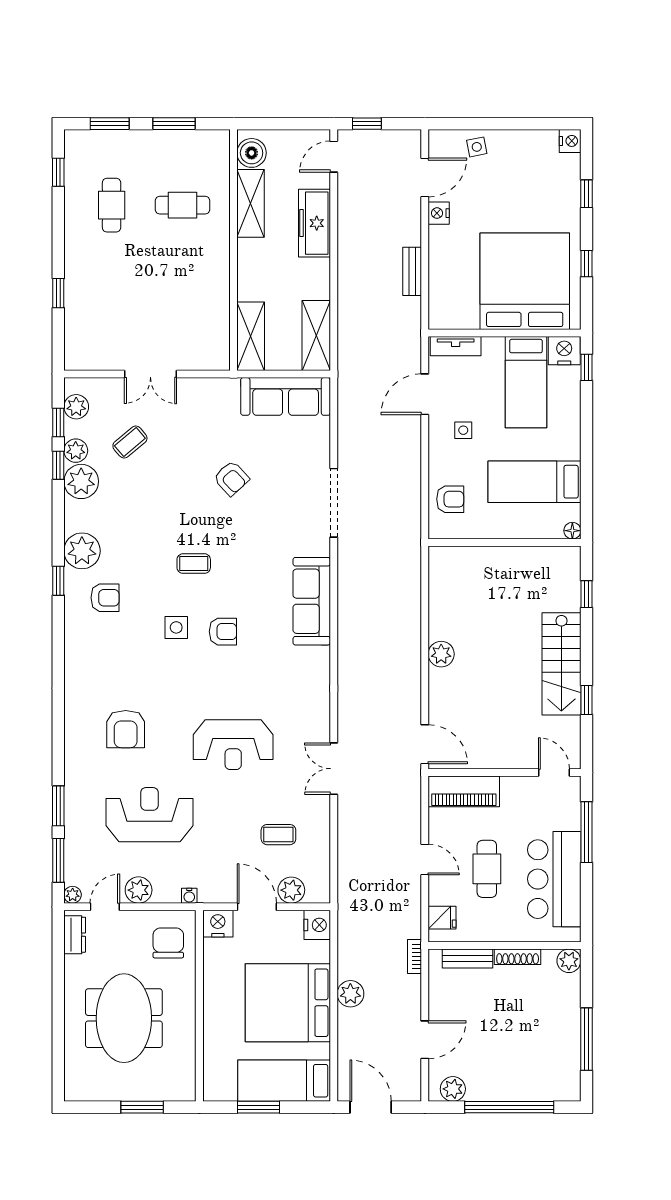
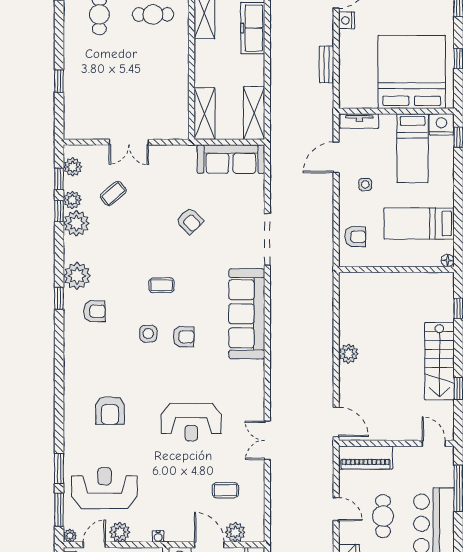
sofa: (312, 601) -> (247, 314), width x1.36, depth x1.27
reception desk: (149, 815) -> (105, 488), moved

